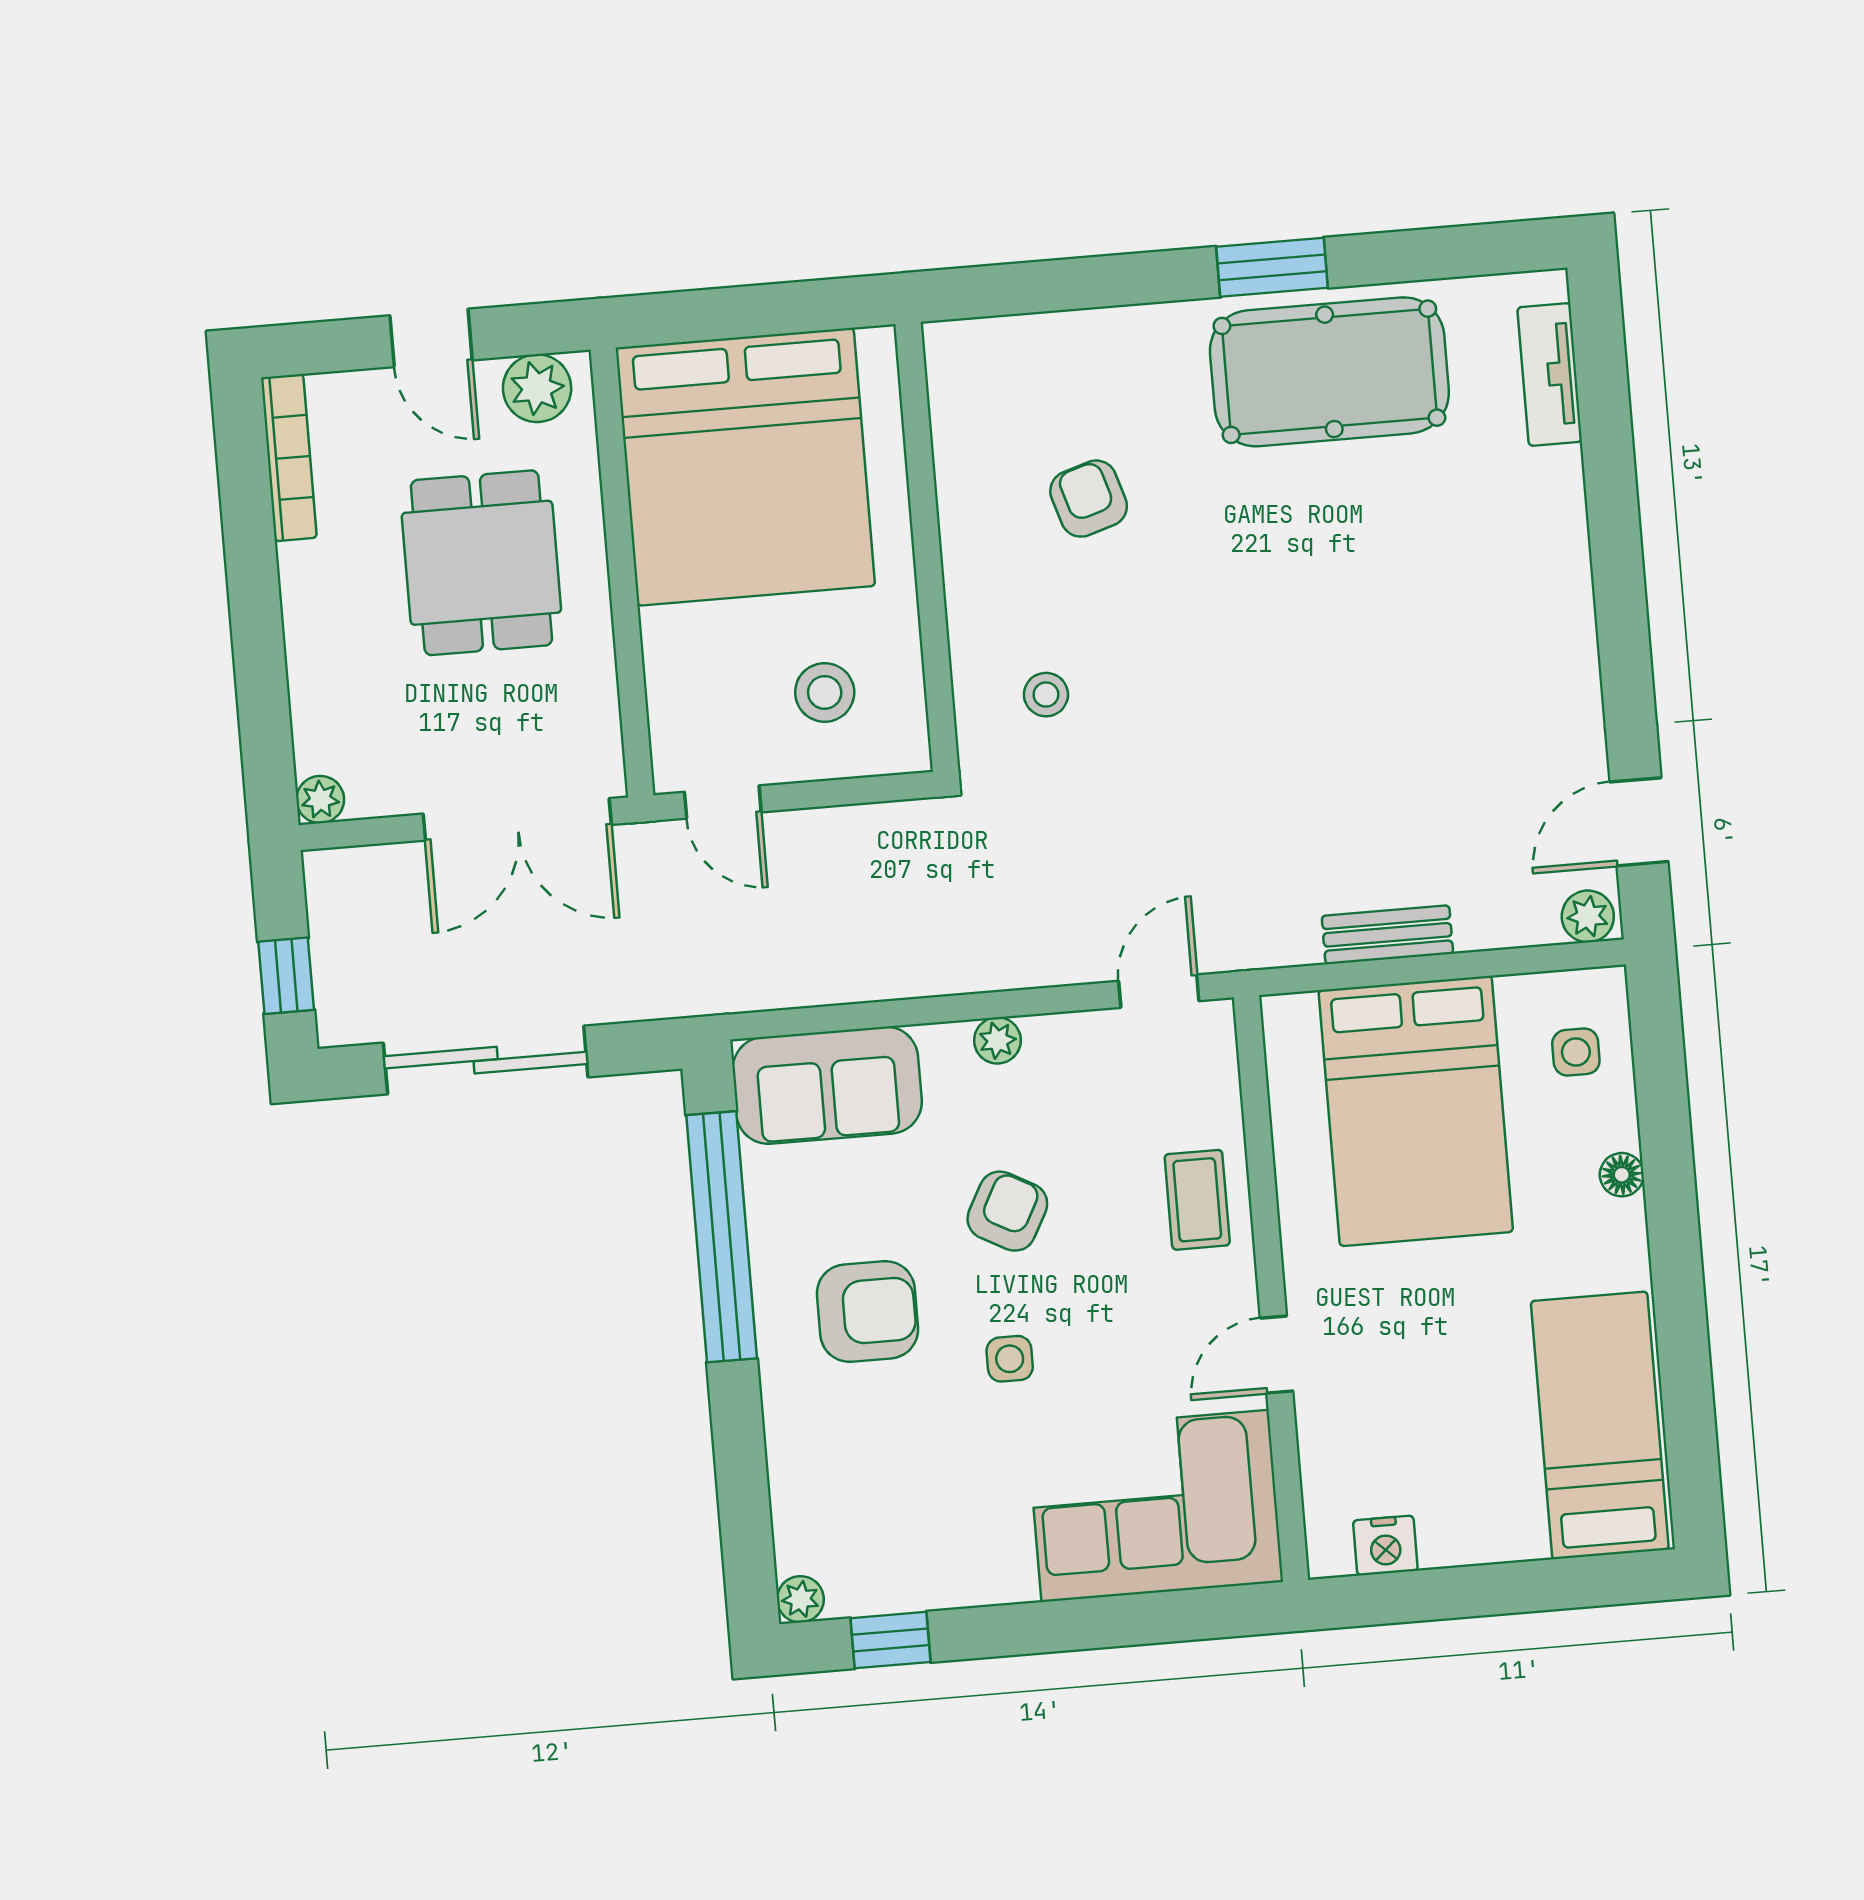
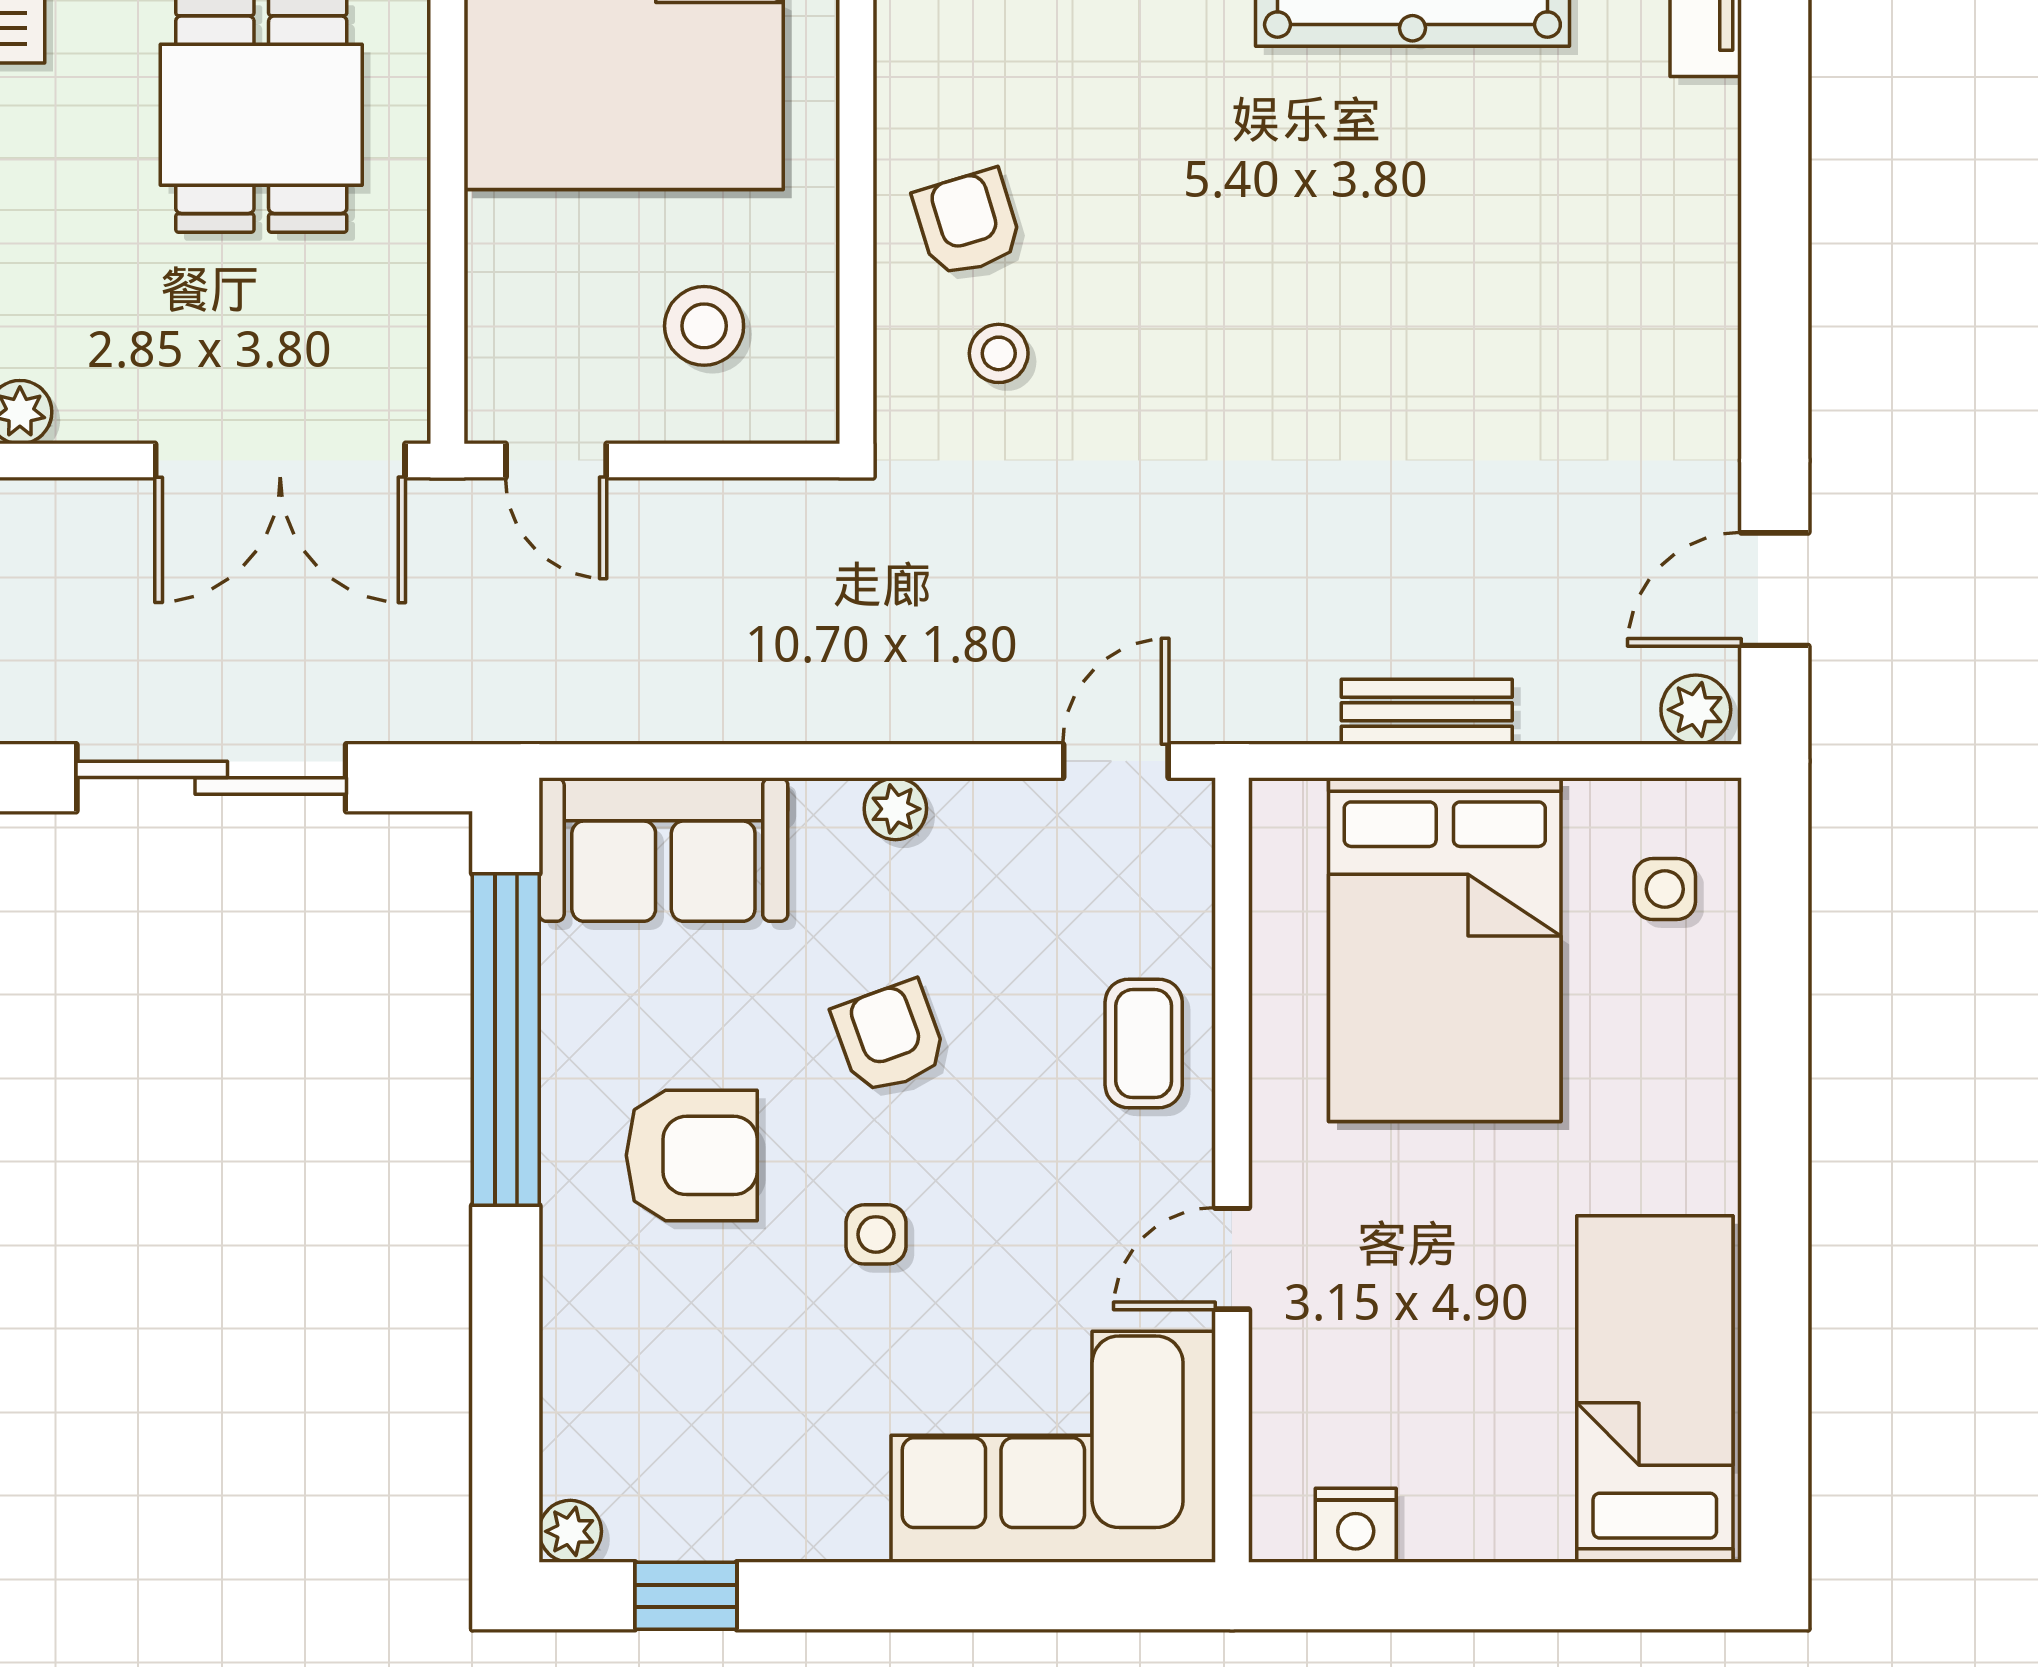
armchair: (1089, 499) -> (968, 223), moved
floor lamp: (1622, 1175) -> (1712, 1058), removed
armchair: (1007, 1211) -> (889, 1037), turned -48

